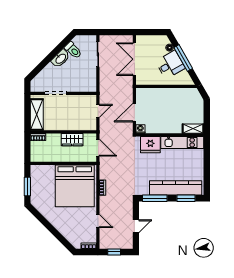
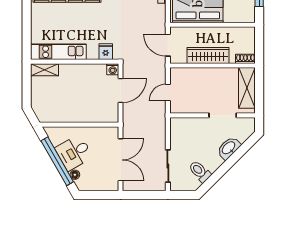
window: (183, 58) -> (57, 161), width x1.46
washbasin: (61, 59) -> (229, 148), moved
wardrobe: (72, 140) -> (208, 55), width x1.50
fridge: (150, 145) -> (106, 52), width x0.53, depth x0.75

